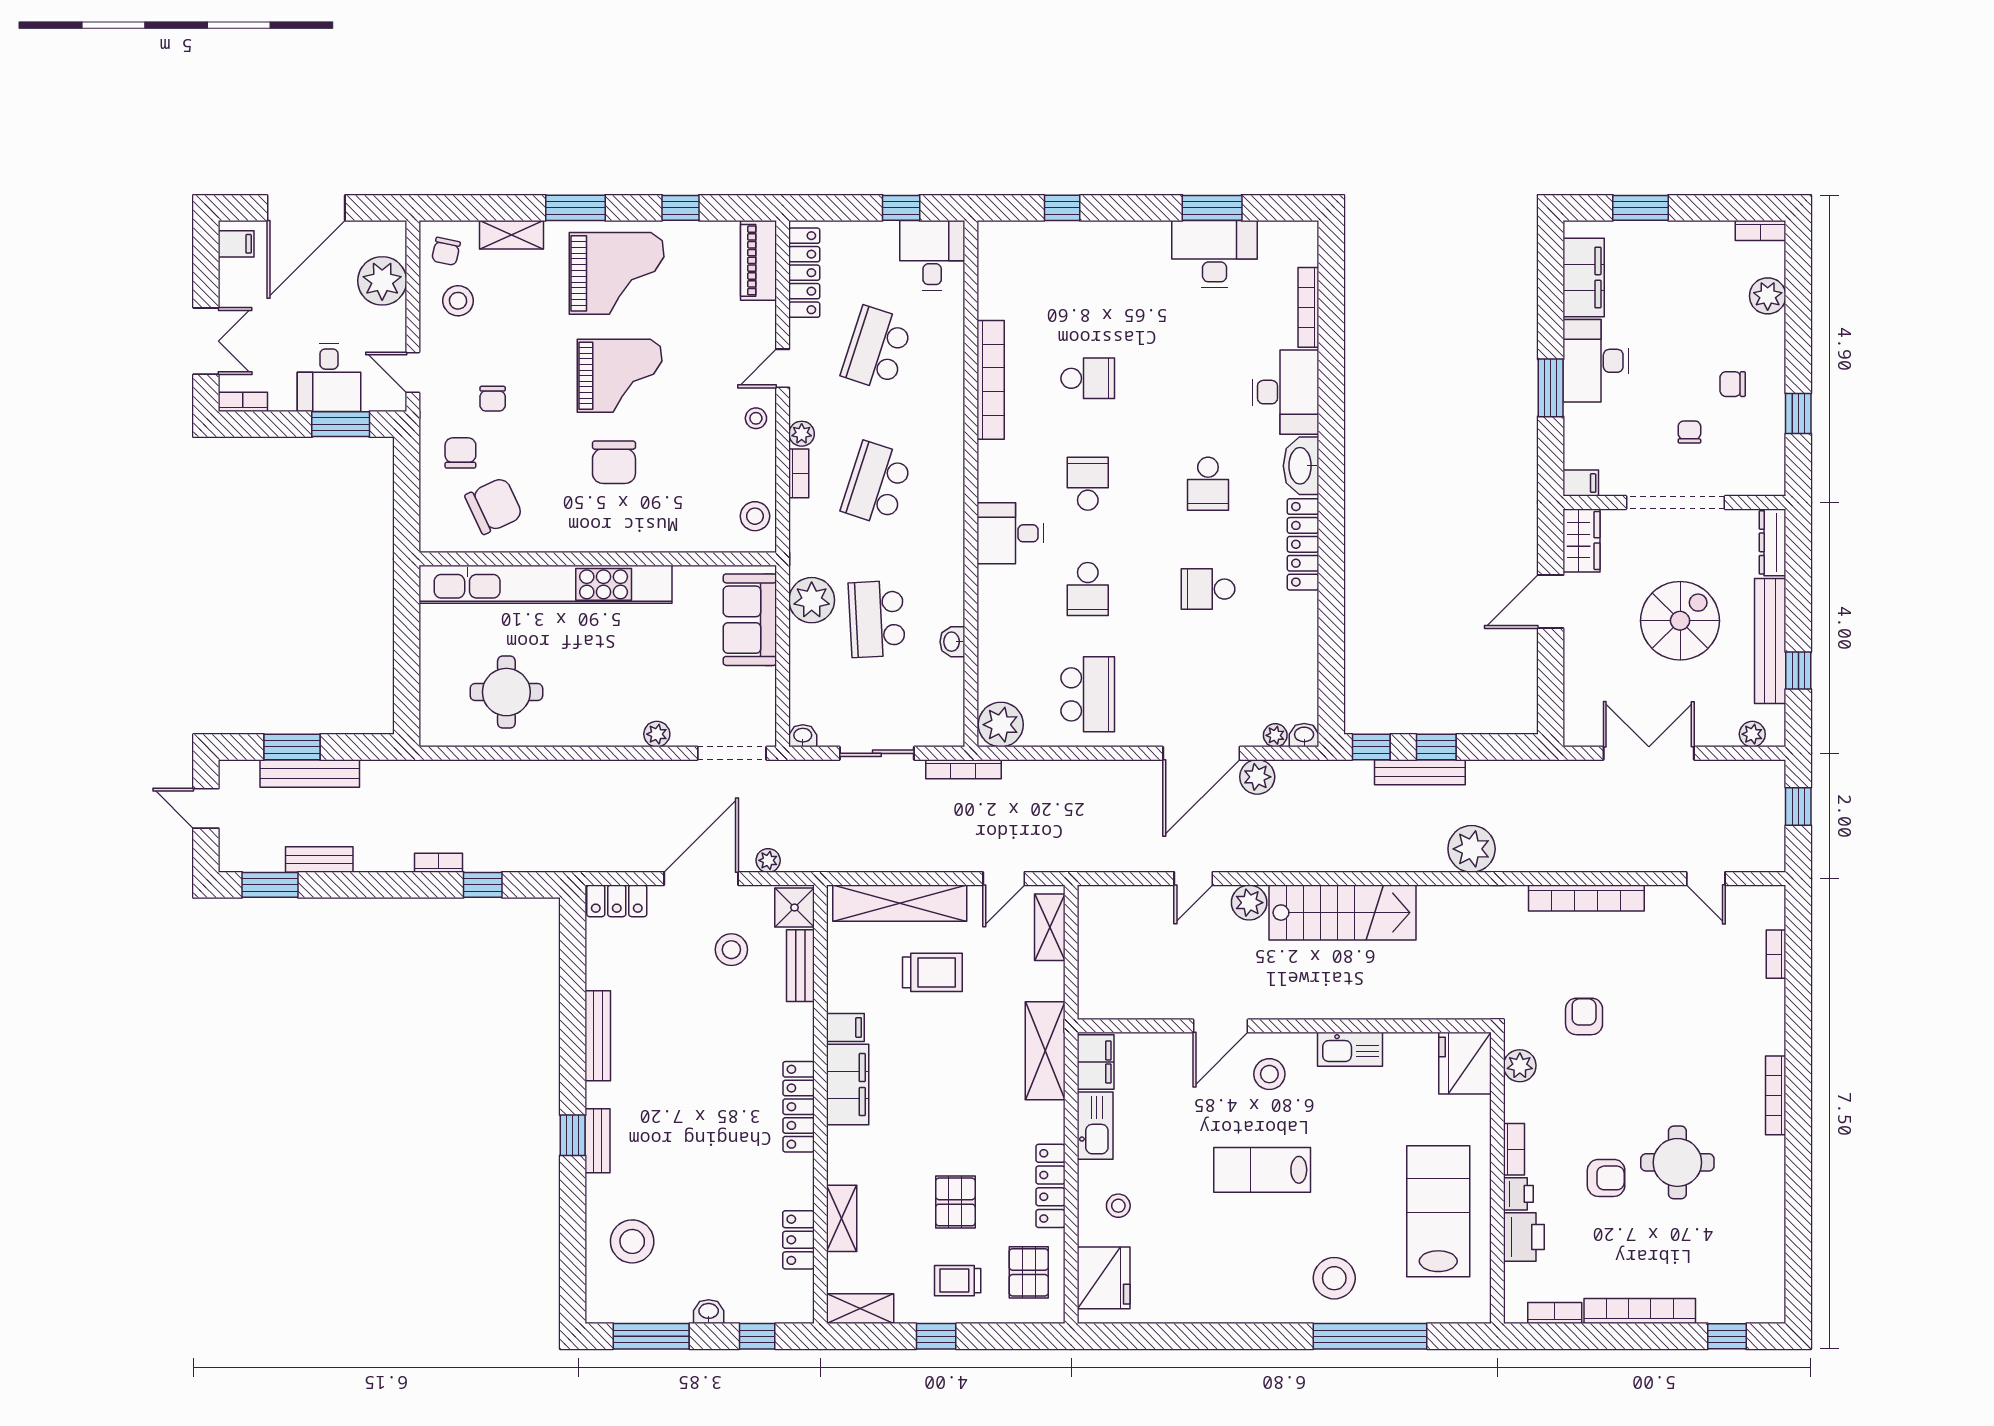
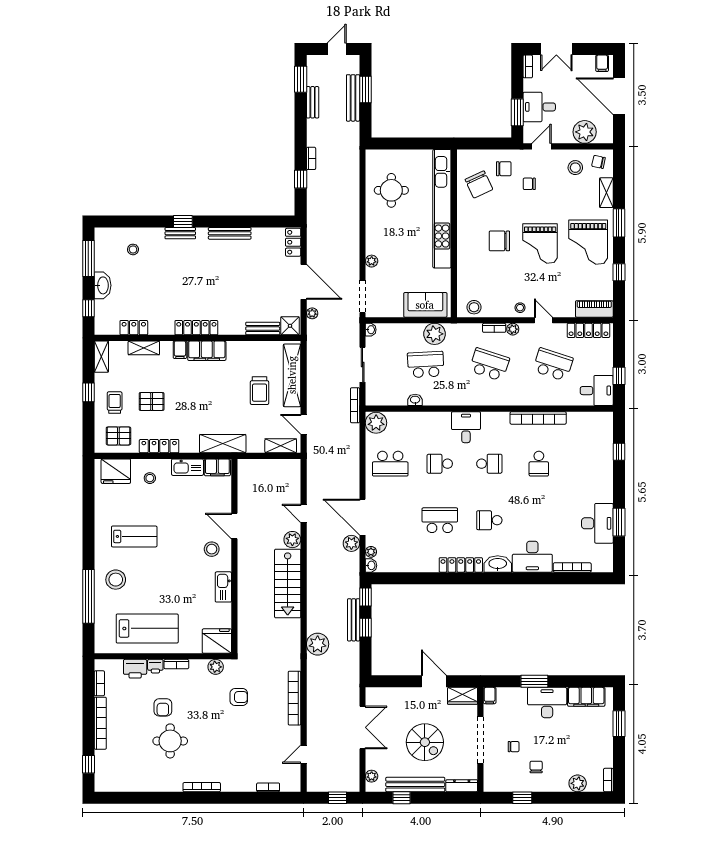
school desk: (1208, 589) -> (440, 520), width x1.85
stool: (731, 950) -> (270, 296), removed
filing cabinet: (845, 1027) -> (180, 350), moved
lab bench: (1262, 1170) -> (134, 536), moved, turned 90
stool: (632, 1241) -> (133, 249), width x0.53, depth x0.53
washbasin: (709, 1312) -> (103, 285), width x1.91, depth x1.45

